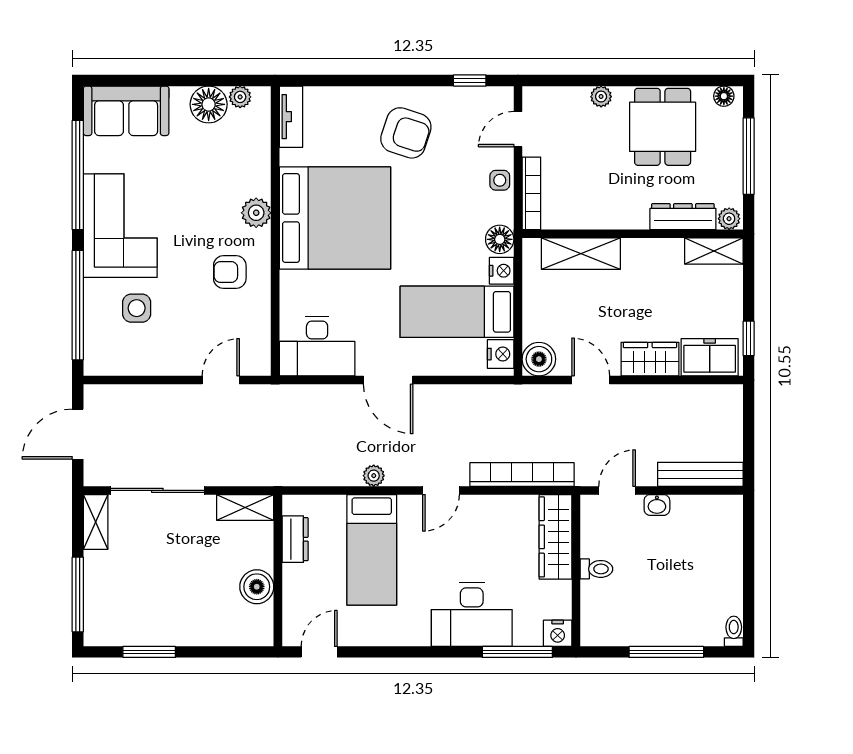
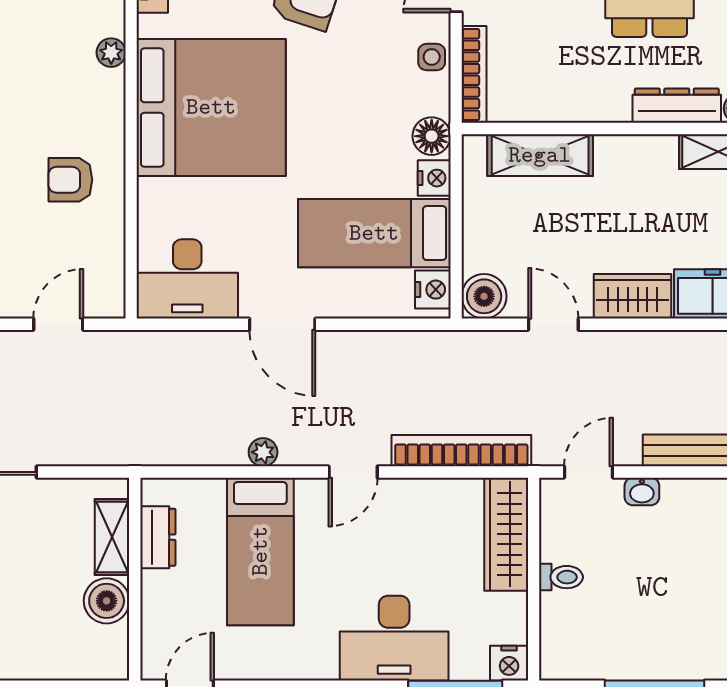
plant: (256, 213) -> (111, 53), moved, width x0.73, depth x0.73
shelving: (245, 507) -> (112, 537), moved, turned 90

